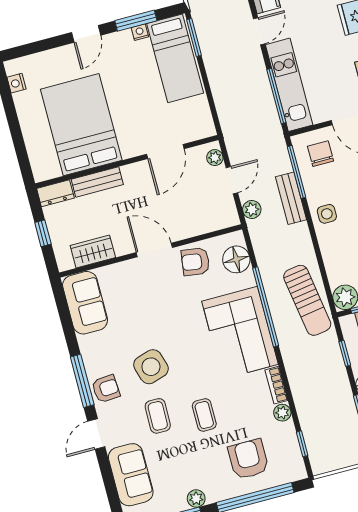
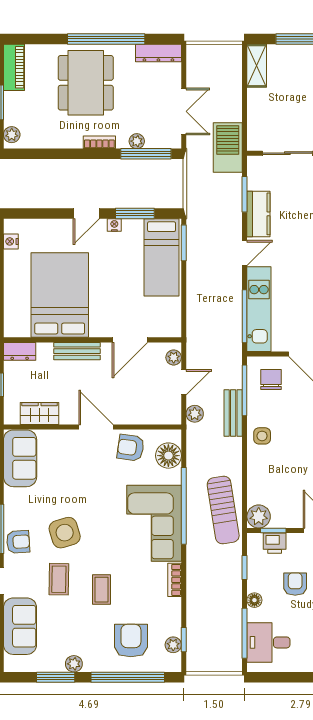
nightstand: (140, 32) -> (114, 225), moved
bench: (97, 182) -> (77, 351), moved
plant: (282, 413) -> (173, 645), moved

